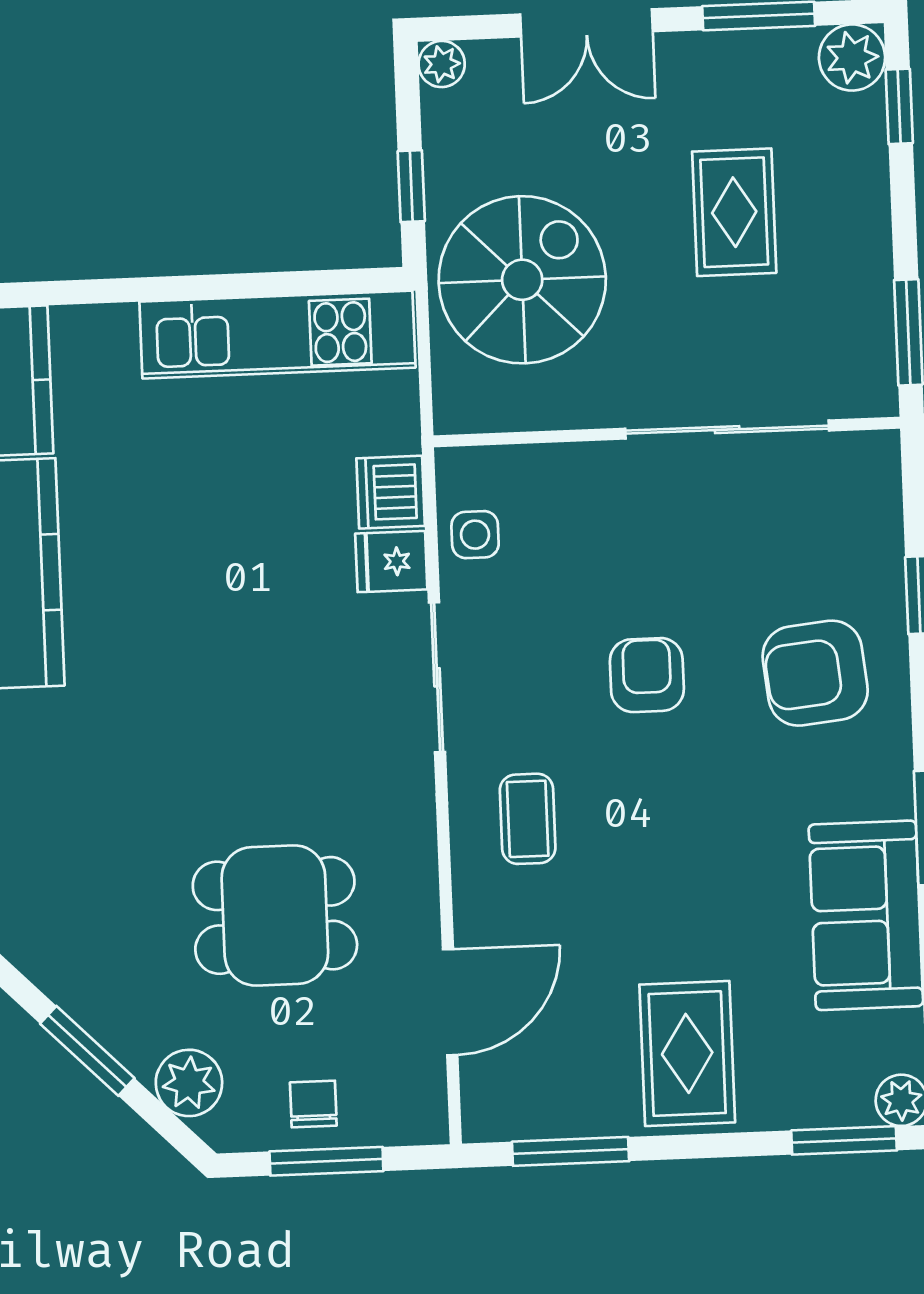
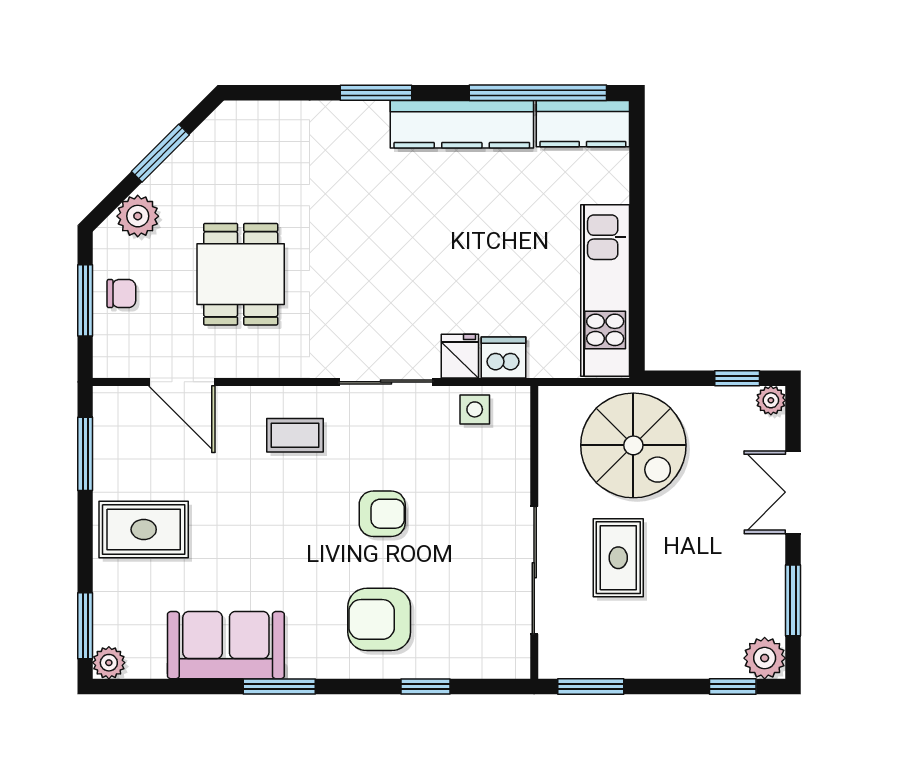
window: (411, 186) -> (737, 378), moved
rug: (734, 212) -> (618, 558), moved, turned 90
armchair: (815, 673) -> (379, 619), turned -84

